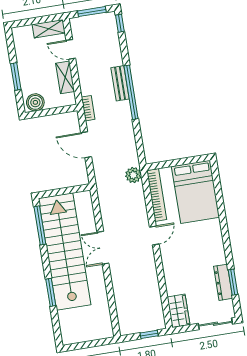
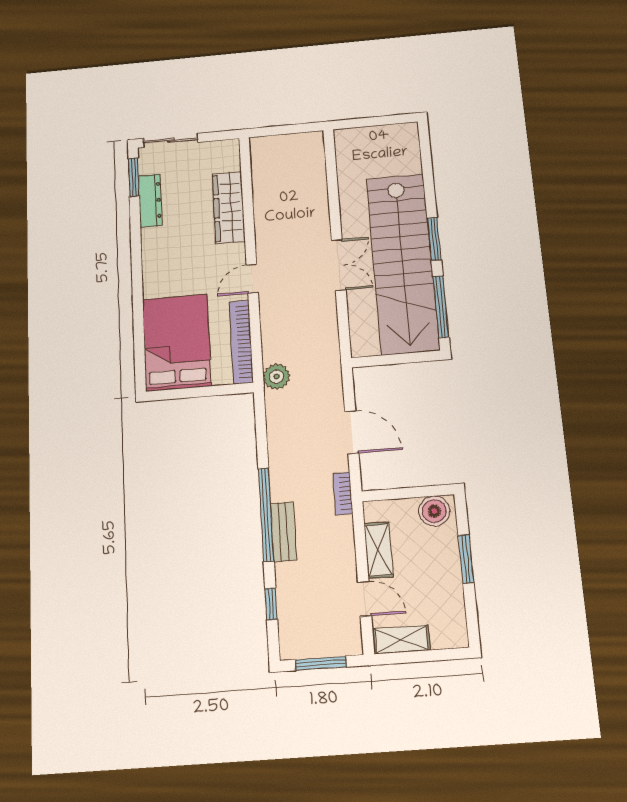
window: (120, 23) -> (271, 604), moved
window: (233, 282) -> (134, 177), moved
window: (51, 292) -> (434, 239), moved
wardrobe: (179, 311) -> (229, 207), moved, width x1.50
window: (149, 334) -> (277, 130), removed

